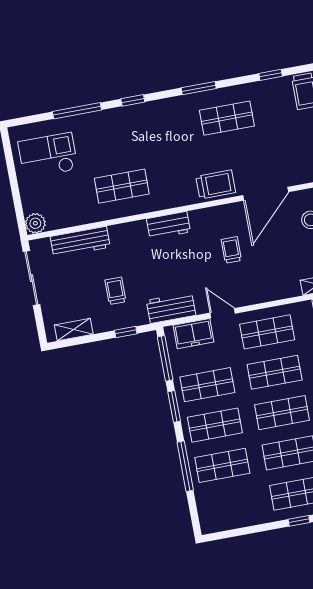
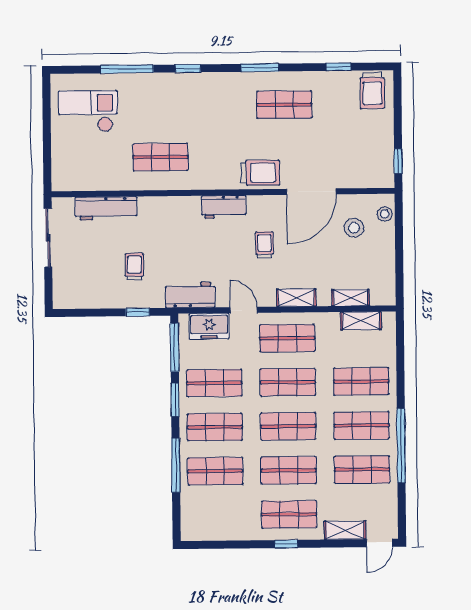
plant: (35, 223) -> (62, 180), removed
workbench: (168, 225) -> (224, 207), moved
shelving: (74, 330) -> (296, 298), moved

